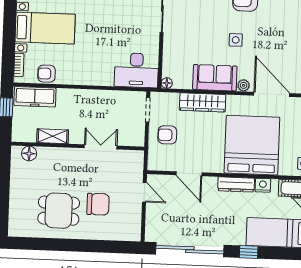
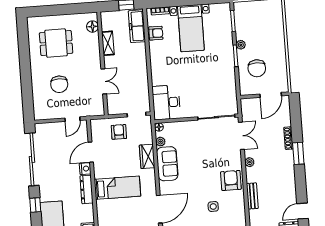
side table: (236, 40) -> (213, 206), moved
armchair: (47, 74) -> (156, 33), turned 90
plant: (244, 85) -> (160, 142), moved
wardrobe: (203, 102) -> (147, 156), width x0.67
bed: (252, 145) -> (117, 188), width x0.49
nightstand: (263, 185) -> (85, 169), moved
dining table: (59, 211) -> (56, 43), moved, turned 90

